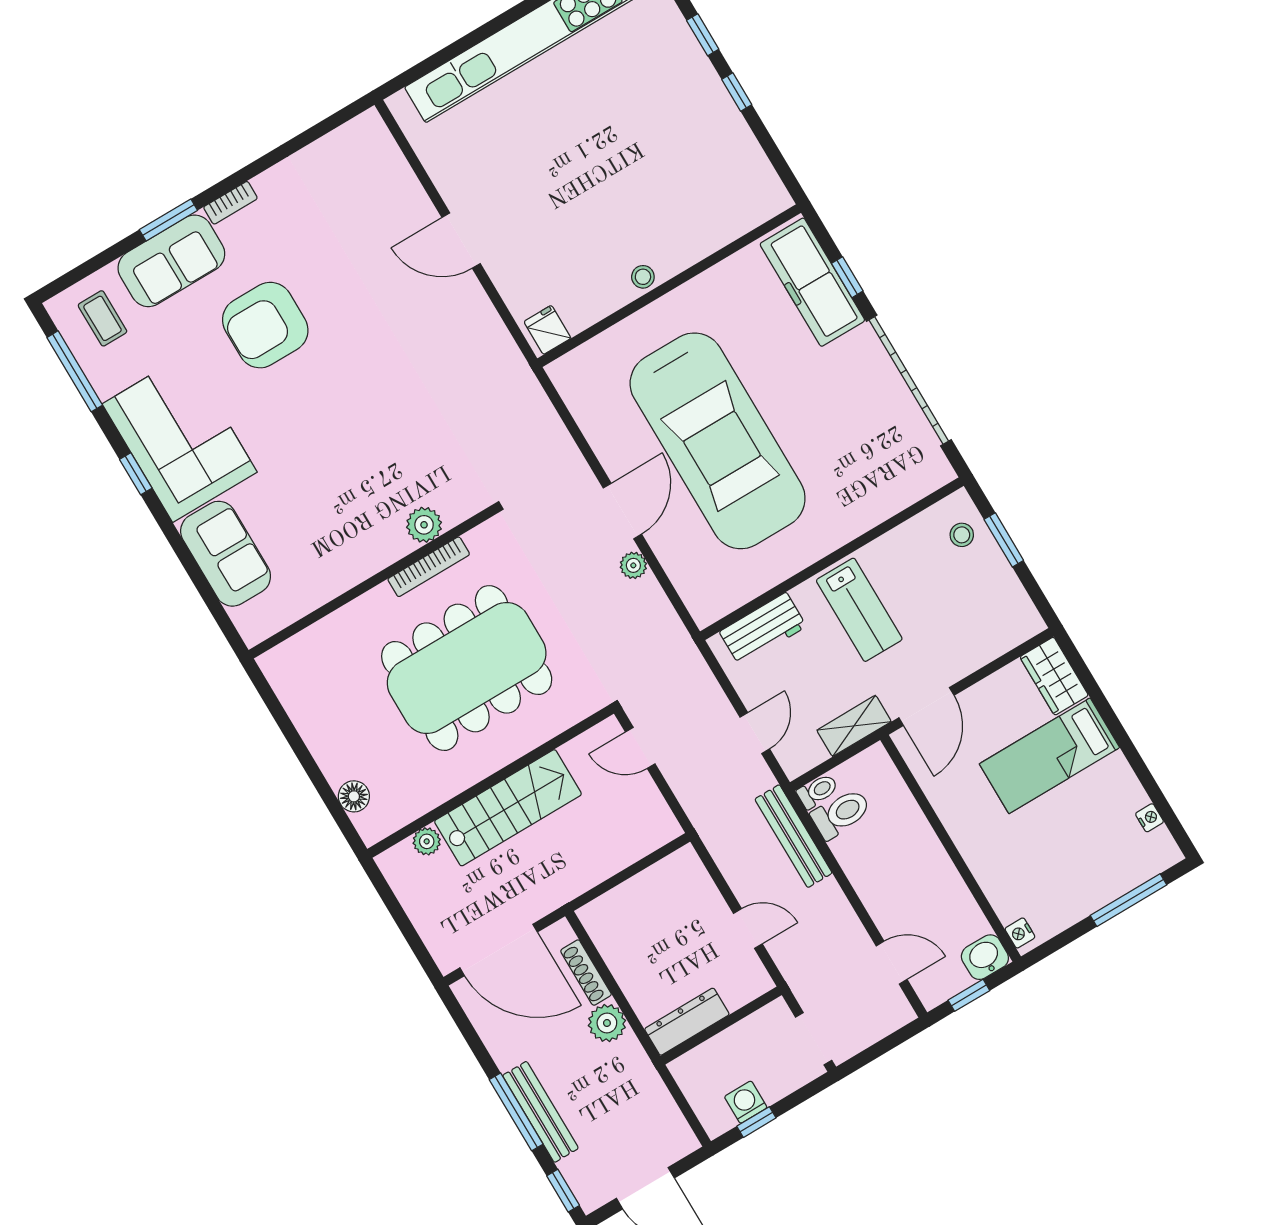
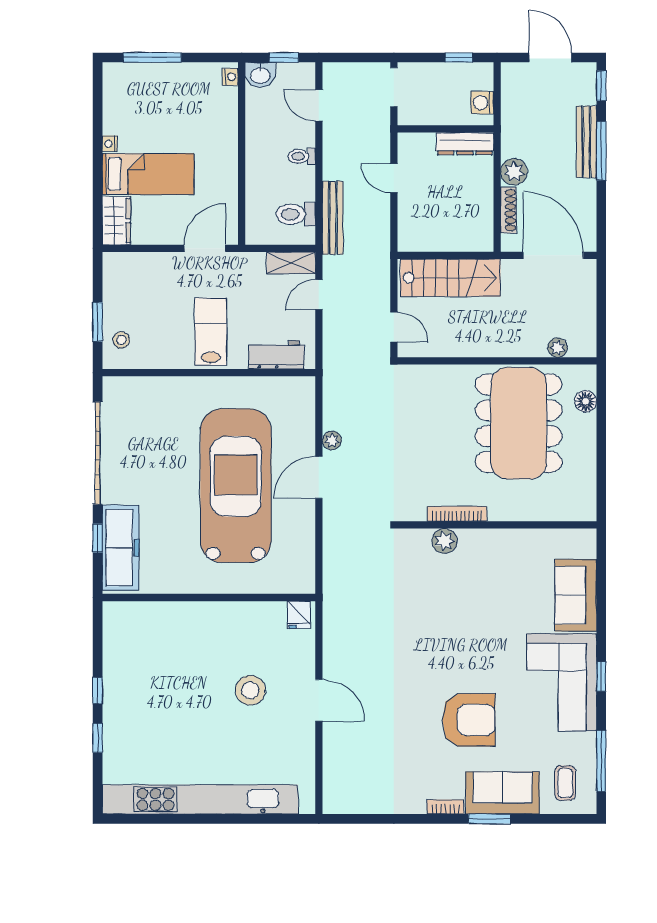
stool: (643, 277) -> (250, 690), moved, width x1.89, depth x1.89
dining table: (467, 668) -> (519, 423), moved, turned 90
shelving: (854, 726) -> (291, 263), moved
toilet: (818, 791) -> (302, 156), moved
stairs: (508, 808) -> (450, 278), moved, turned 180
nightstand: (1150, 818) -> (110, 144), moved
washing machine: (746, 1102) -> (482, 103), moved, turned 90

